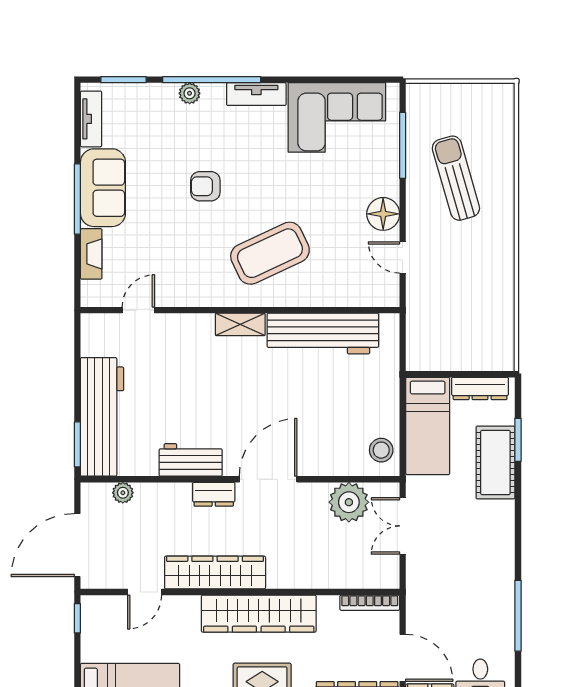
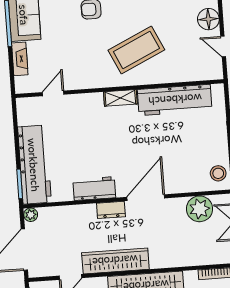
plant: (123, 493) -> (31, 215), moved

